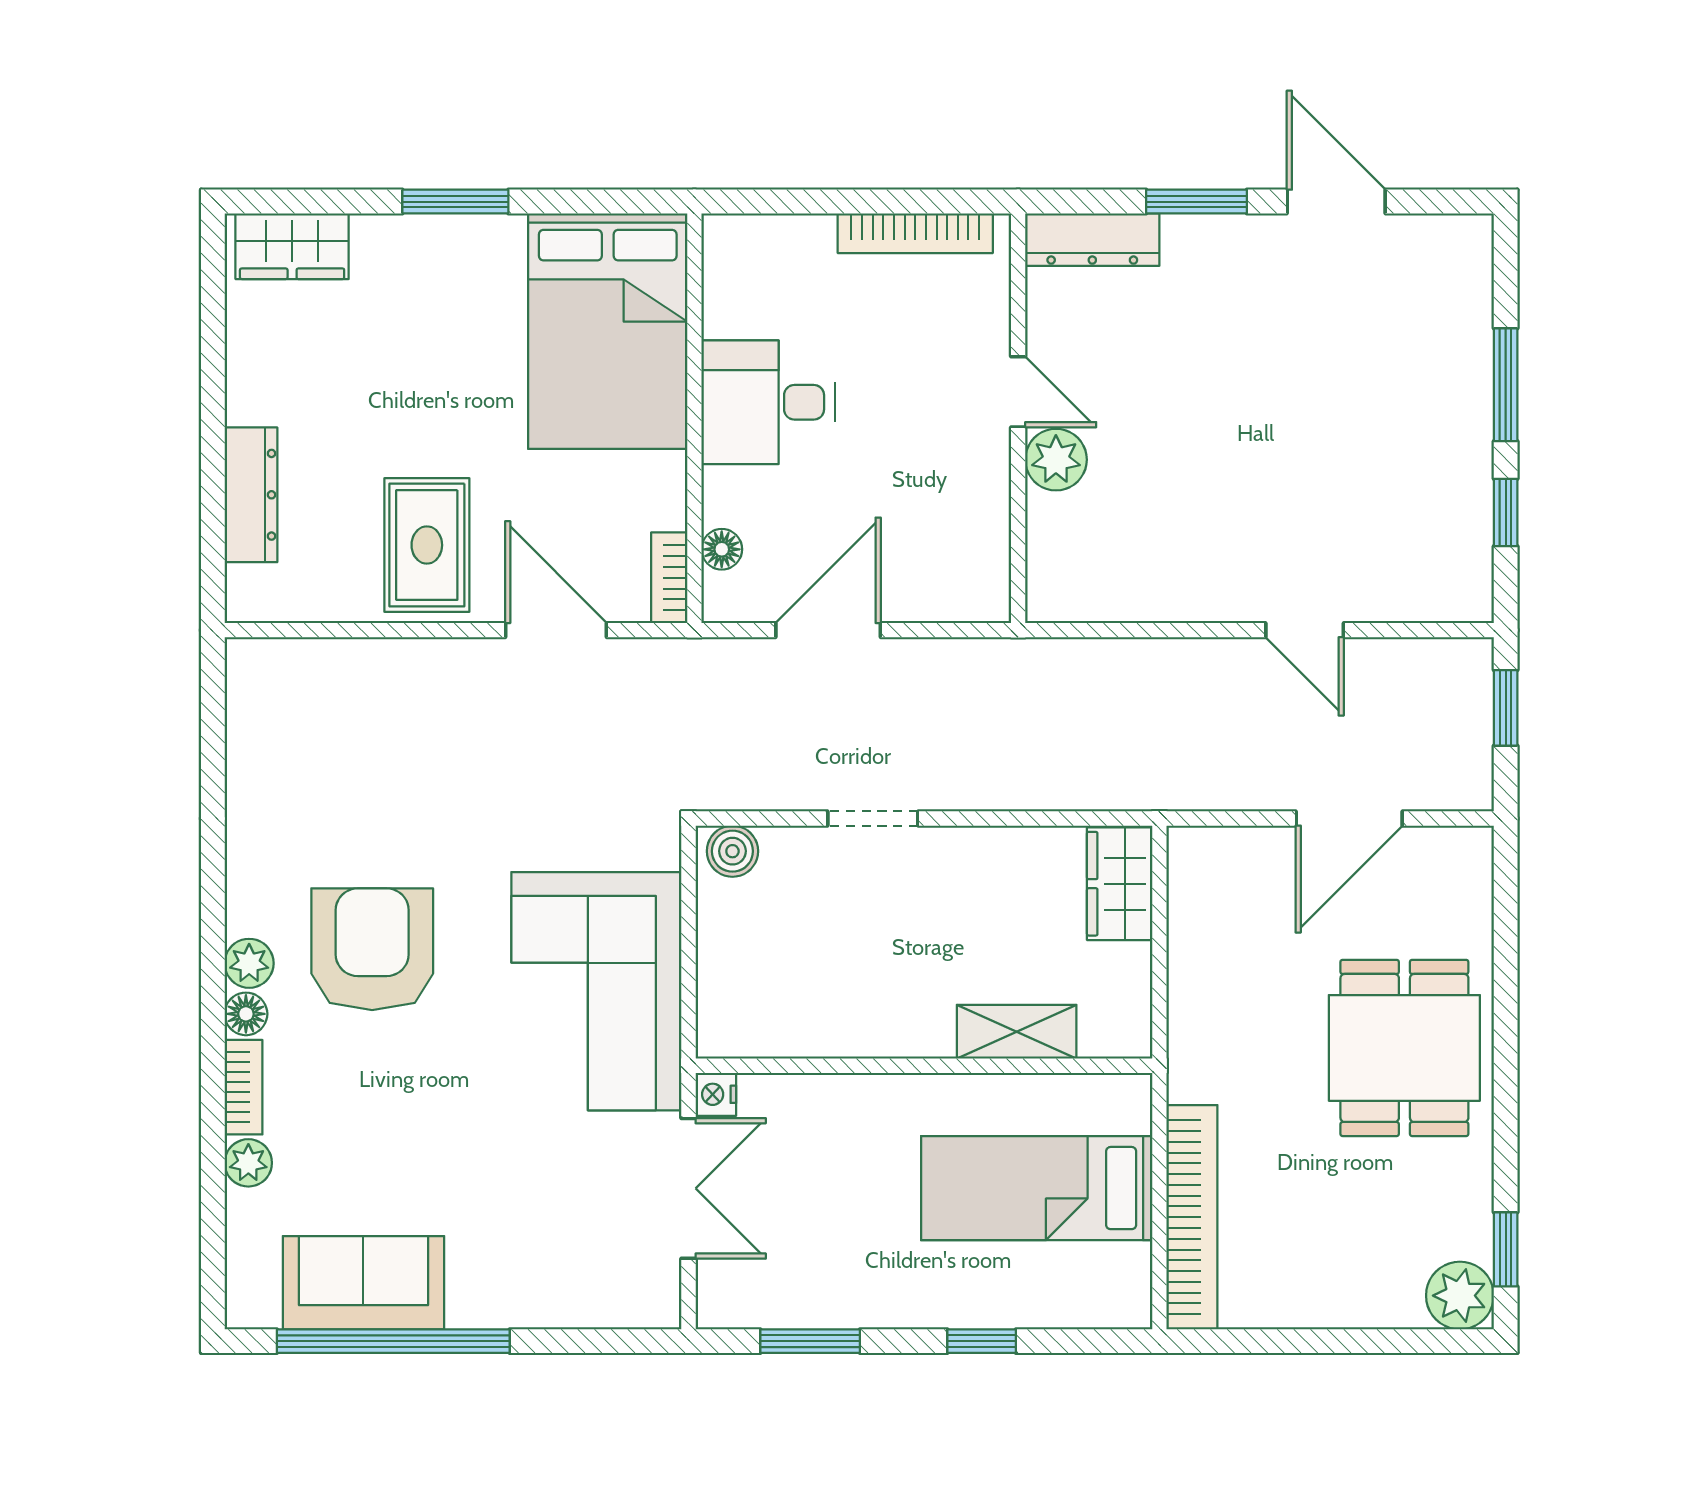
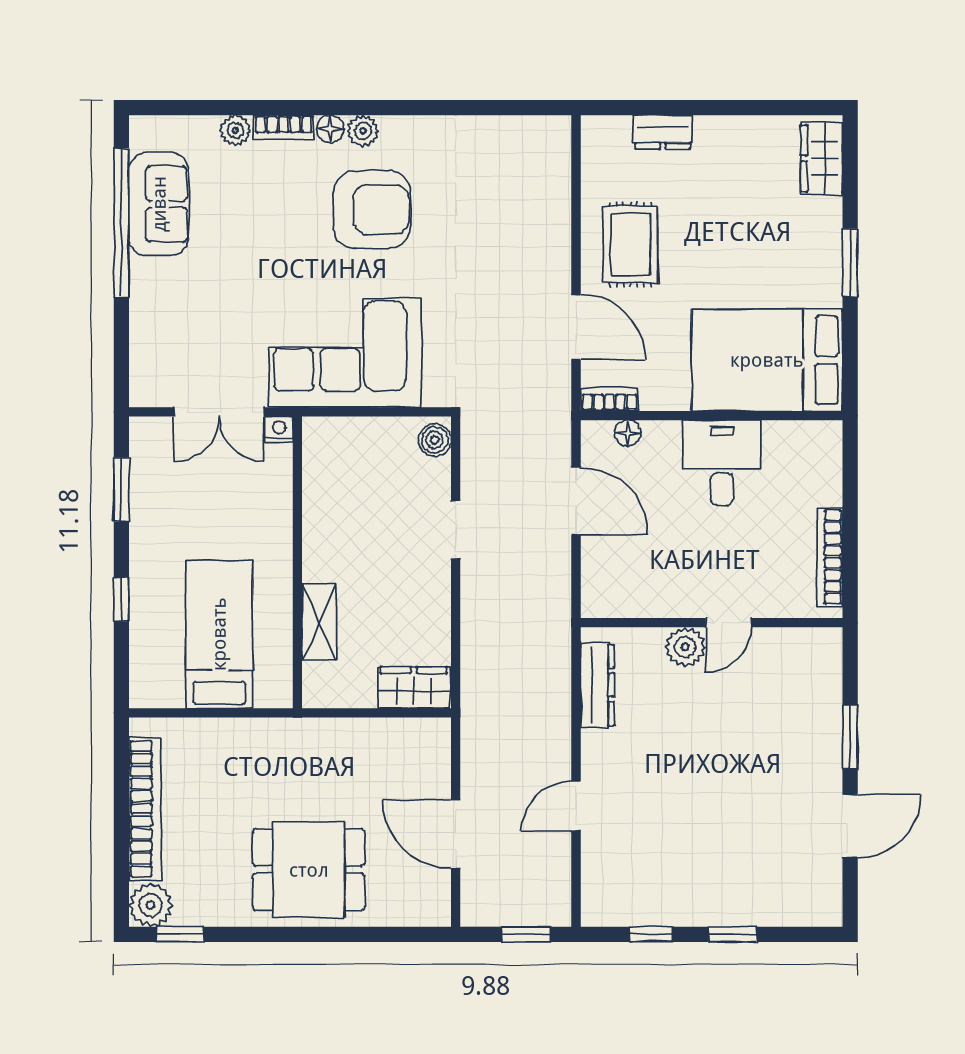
dresser: (1092, 240) -> (597, 685), moved, turned 180
window: (1506, 385) -> (733, 934), width x0.67
dresser: (251, 495) -> (663, 132), width x0.70
rug: (427, 545) -> (630, 245), turned 90
door: (556, 630) -> (576, 327), hinge flipped
bookcase: (1192, 1217) -> (145, 809), moved, turned -90

